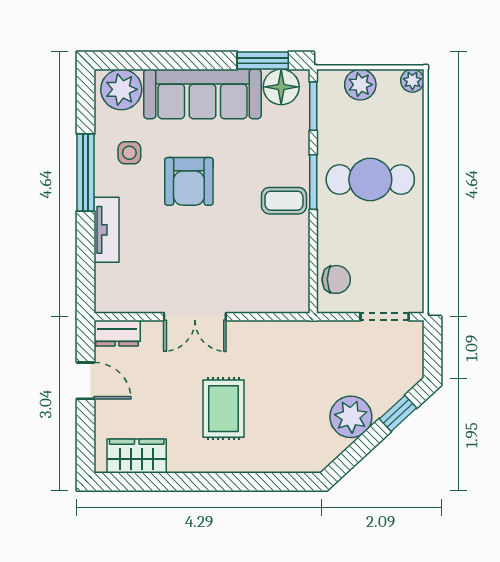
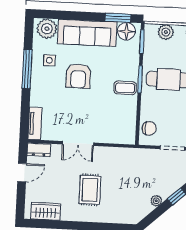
tv unit: (106, 230) -> (35, 123), moved
door: (85, 381) -> (22, 173), hinge flipped
plant: (351, 417) -> (156, 201), width x0.53, depth x0.53

